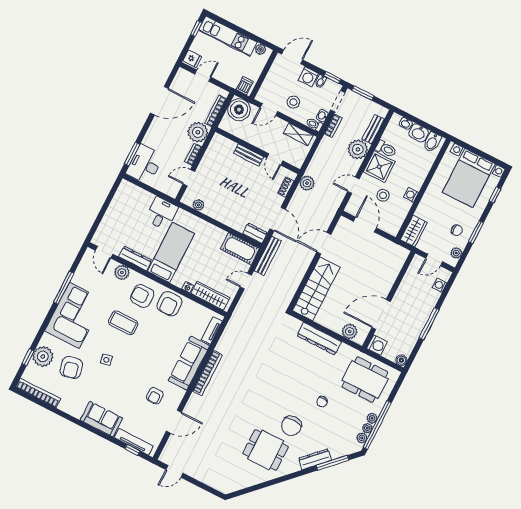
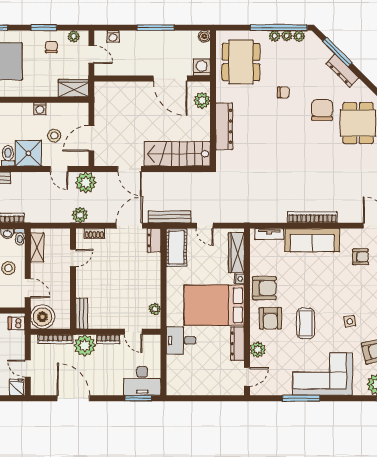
plant: (358, 149) -> (86, 183), moved
bench: (249, 155) -> (82, 313), moved
bed: (171, 252) -> (214, 305), width x1.50
chair: (291, 426) -> (322, 110), turned -90

